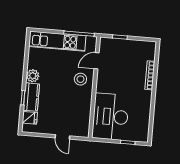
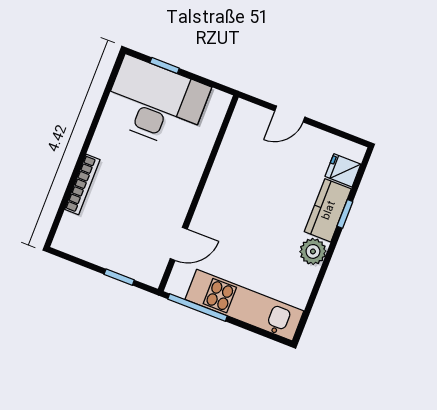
stool: (80, 79) -> (221, 217), removed
desk: (110, 117) -> (156, 103), moved, turned -90
door: (62, 137) -> (290, 114), swing flipped

